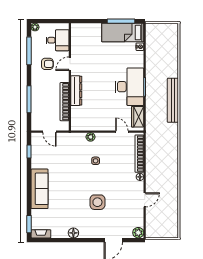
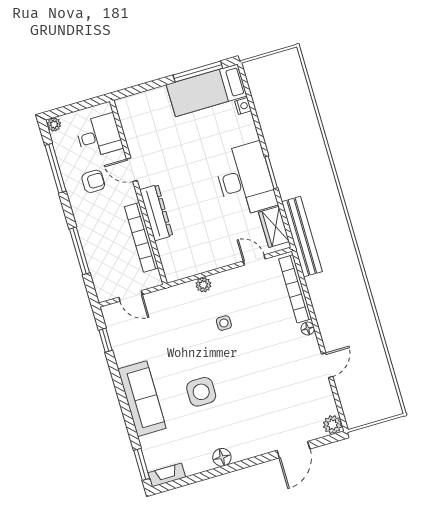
door: (70, 64) -> (132, 170), hinge flipped
bench: (173, 100) -> (302, 237), moved
side table: (97, 202) -> (201, 392), moved

